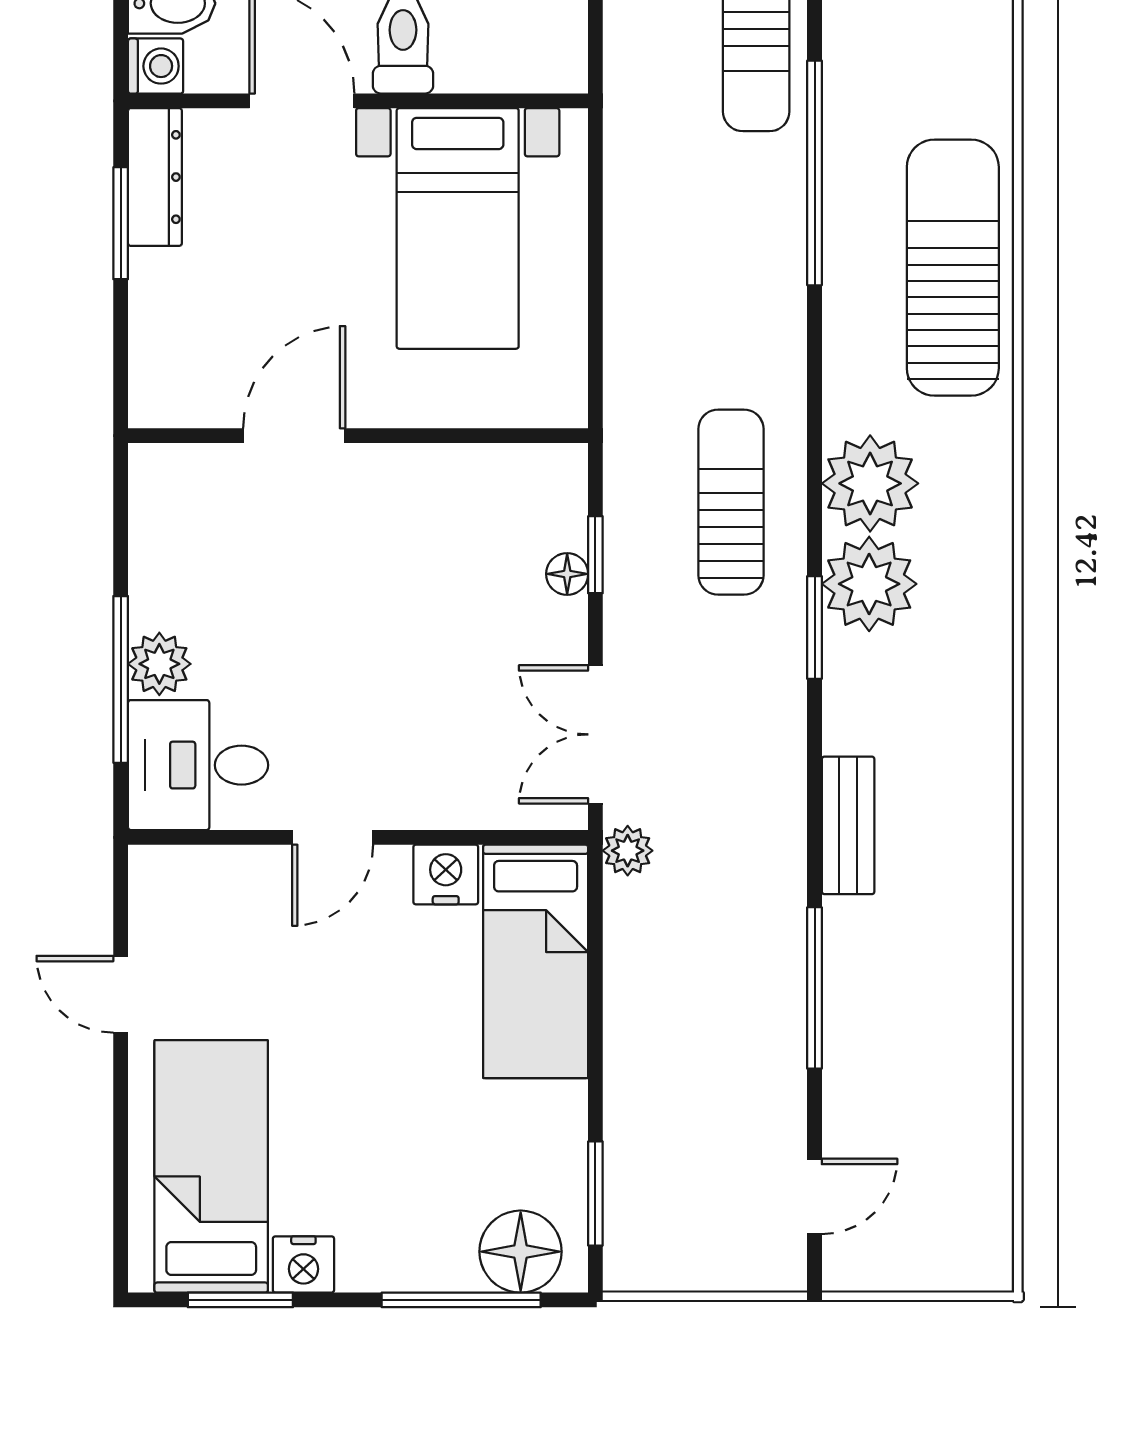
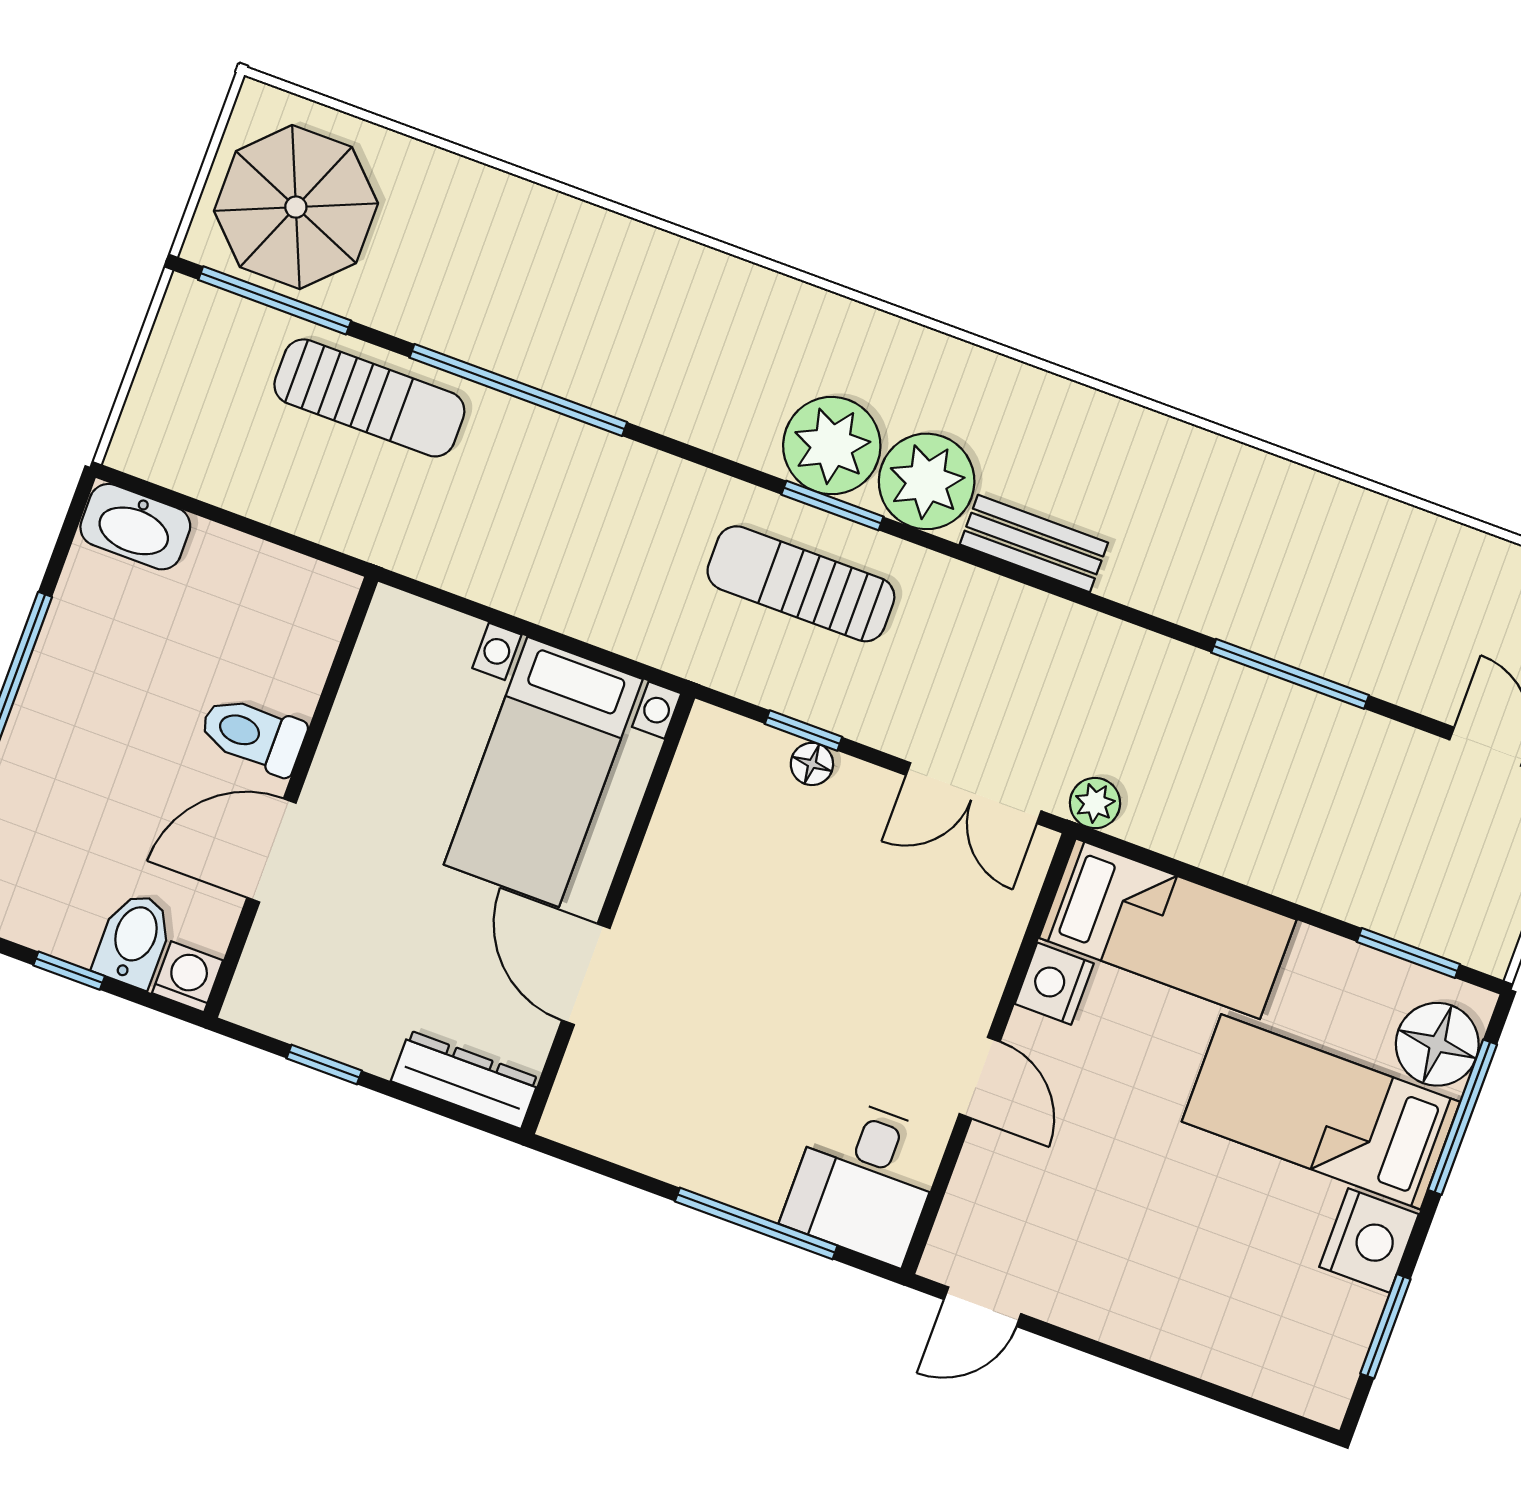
dresser: (155, 177) -> (465, 1080), moved
window: (121, 223) -> (324, 1065), width x0.67
bed with nightstands: (458, 228) -> (543, 772), moved, turned 90
sun lounger: (953, 268) -> (656, 292), removed
window: (815, 627) -> (832, 506), moved
plant: (159, 664) -> (755, 1181), removed
bench: (848, 825) -> (1034, 544), moved
door: (121, 994) -> (982, 1307), moved
bed: (211, 1166) -> (1321, 1112), moved
nightstand: (303, 1264) -> (1369, 1241), width x1.36, depth x1.33

